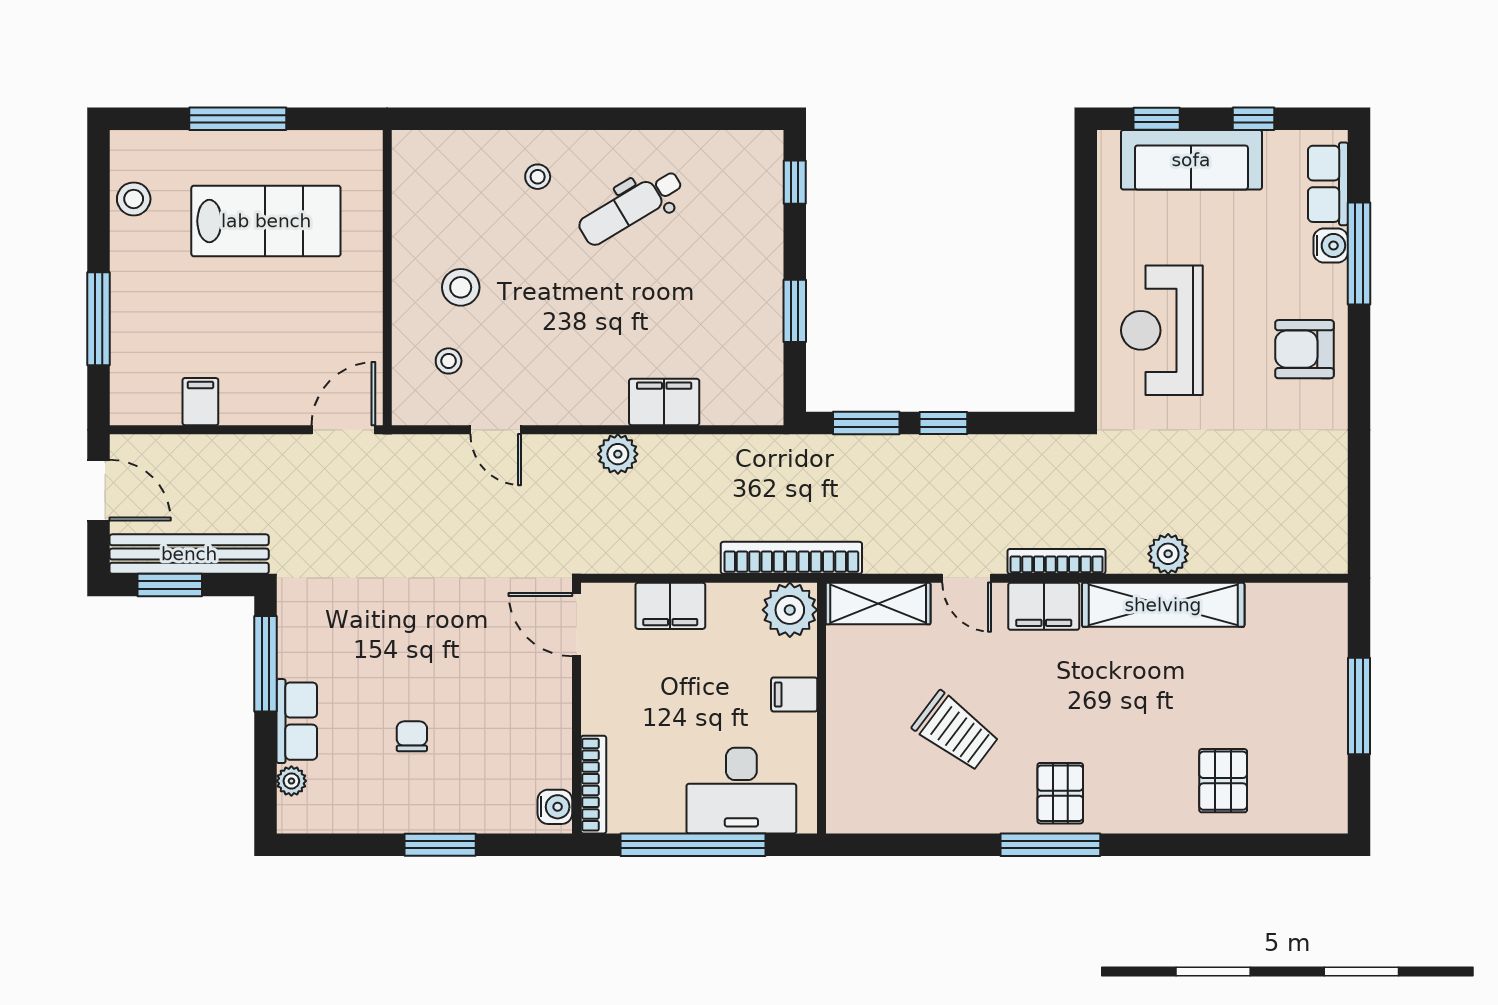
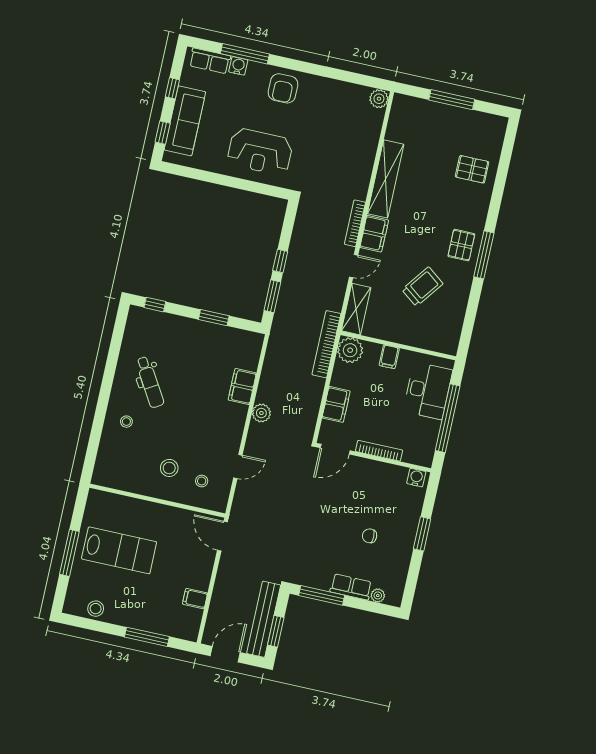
lab bench: (266, 221) -> (119, 550), turned 90
plant: (1168, 554) -> (379, 99), moved
bookcase: (594, 785) -> (379, 451), moved
pallet: (1060, 793) -> (461, 245), turned 90

